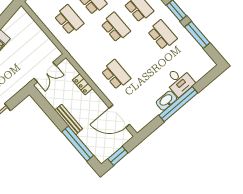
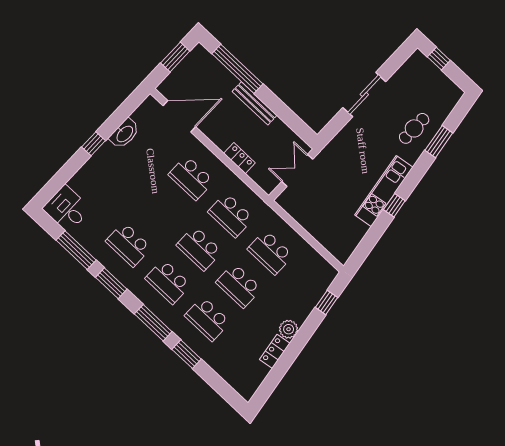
school desk: (92, 47) -> (231, 215), added
desk: (179, 81) -> (67, 209), moved
washbasin: (166, 101) -> (124, 134), moved
window: (178, 104) -> (93, 144), width x0.32

